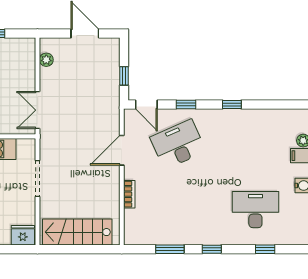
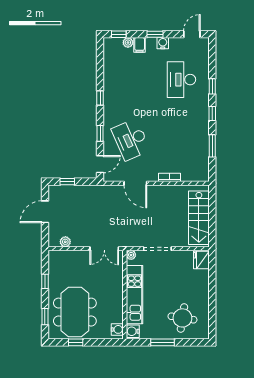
window: (124, 76) -> (67, 182), moved
plant: (29, 145) -> (131, 255), added
window: (265, 249) -> (212, 86), moved

